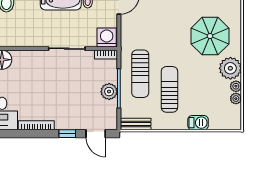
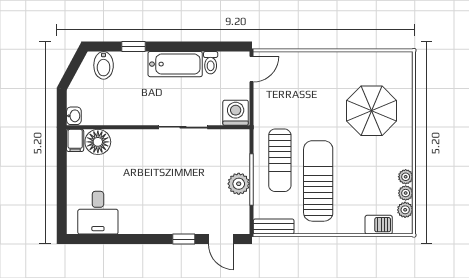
bookcase: (106, 55) -> (235, 135), removed
plant: (230, 68) -> (405, 210), moved, width x0.53, depth x0.53
sun lounger: (169, 89) -> (318, 181), width x1.36, depth x1.34
barbecue: (198, 123) -> (379, 225), moved
bookcase: (36, 125) -> (143, 228), removed

